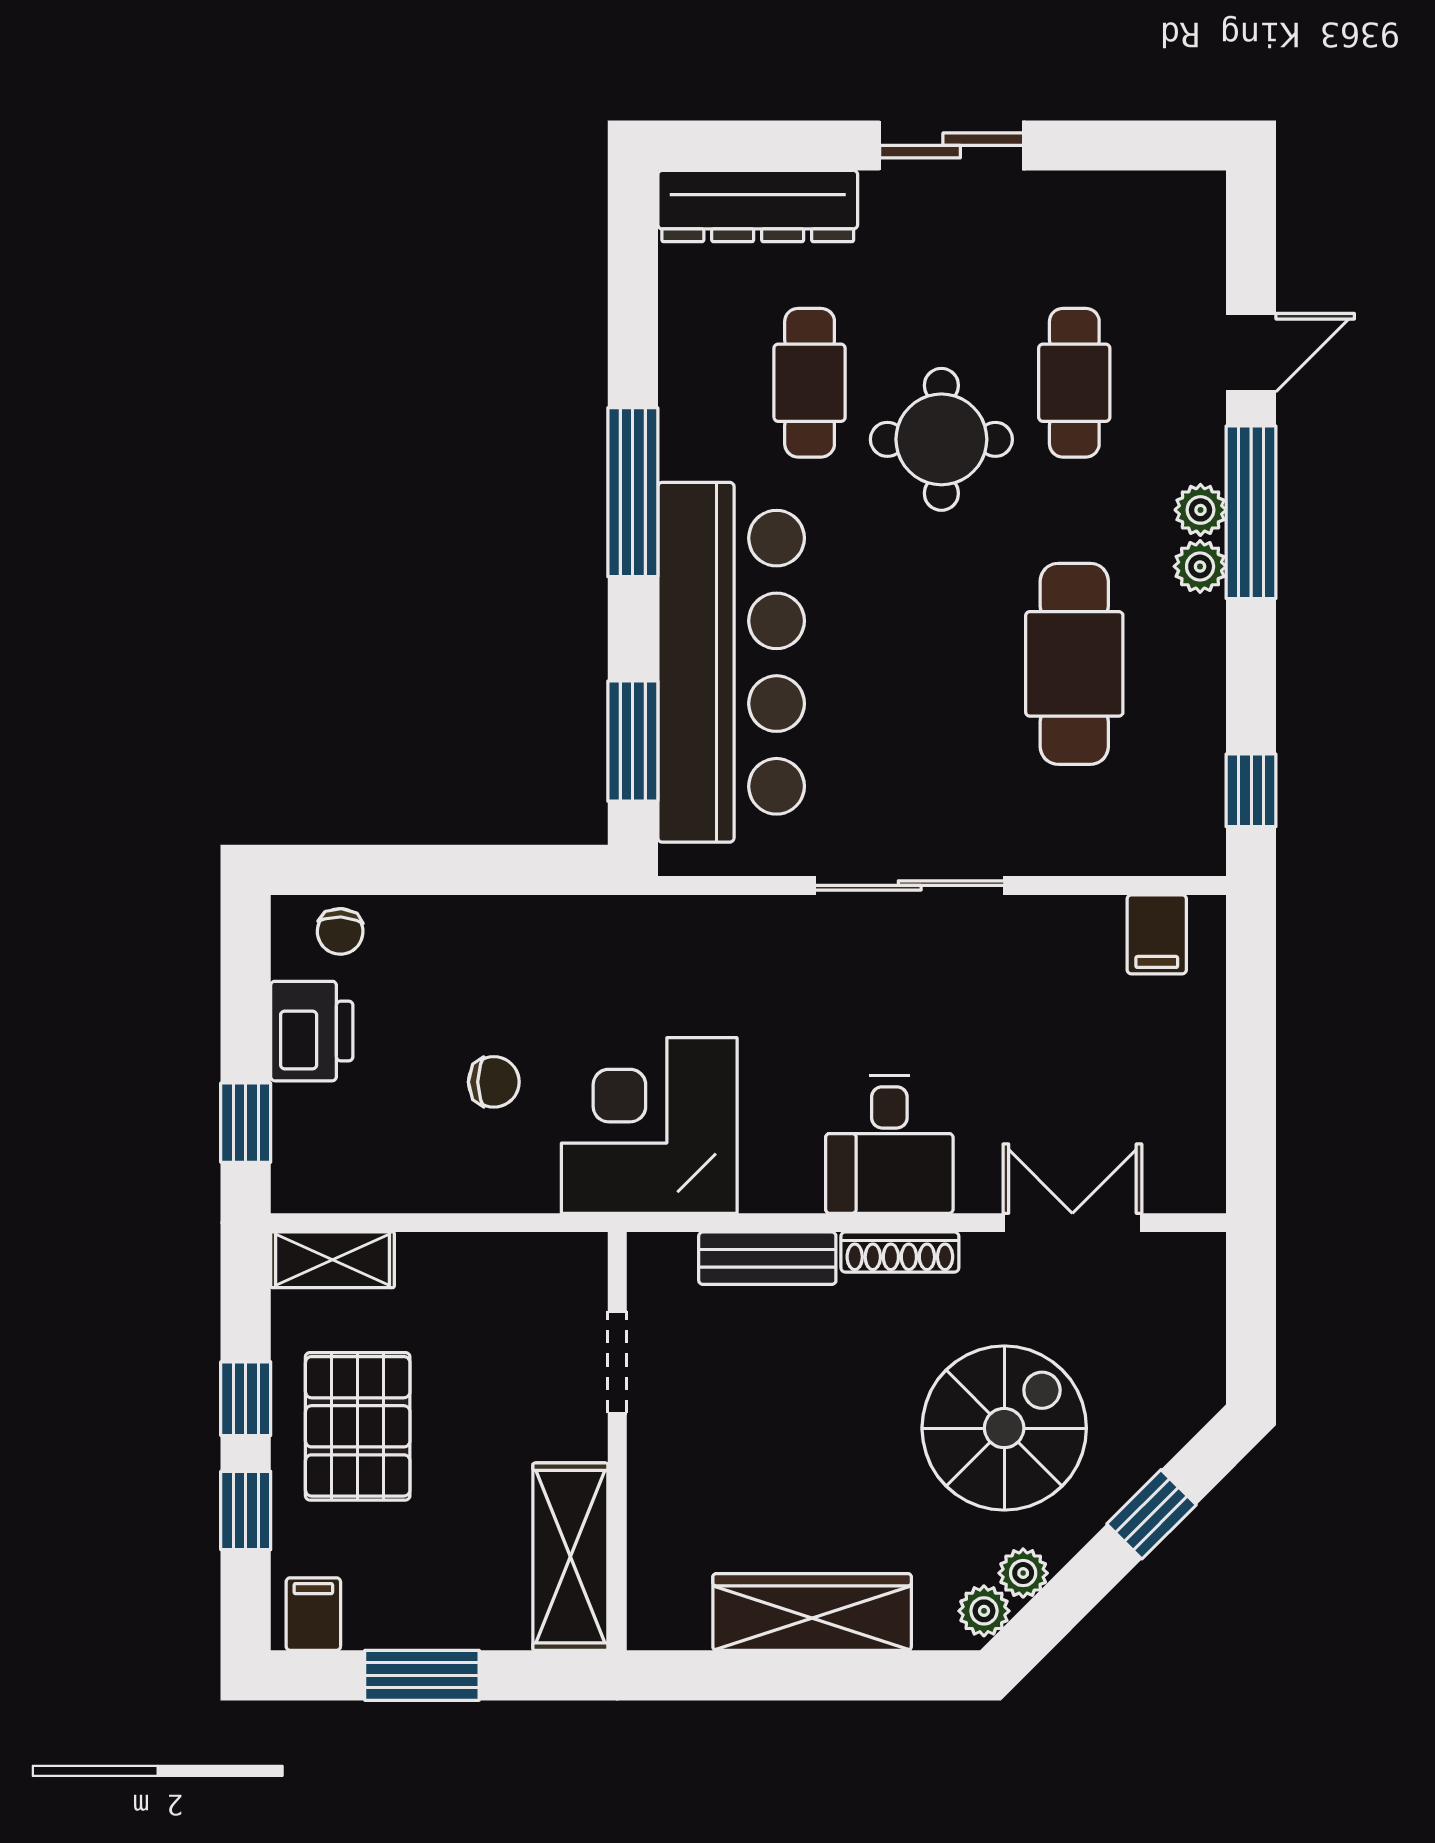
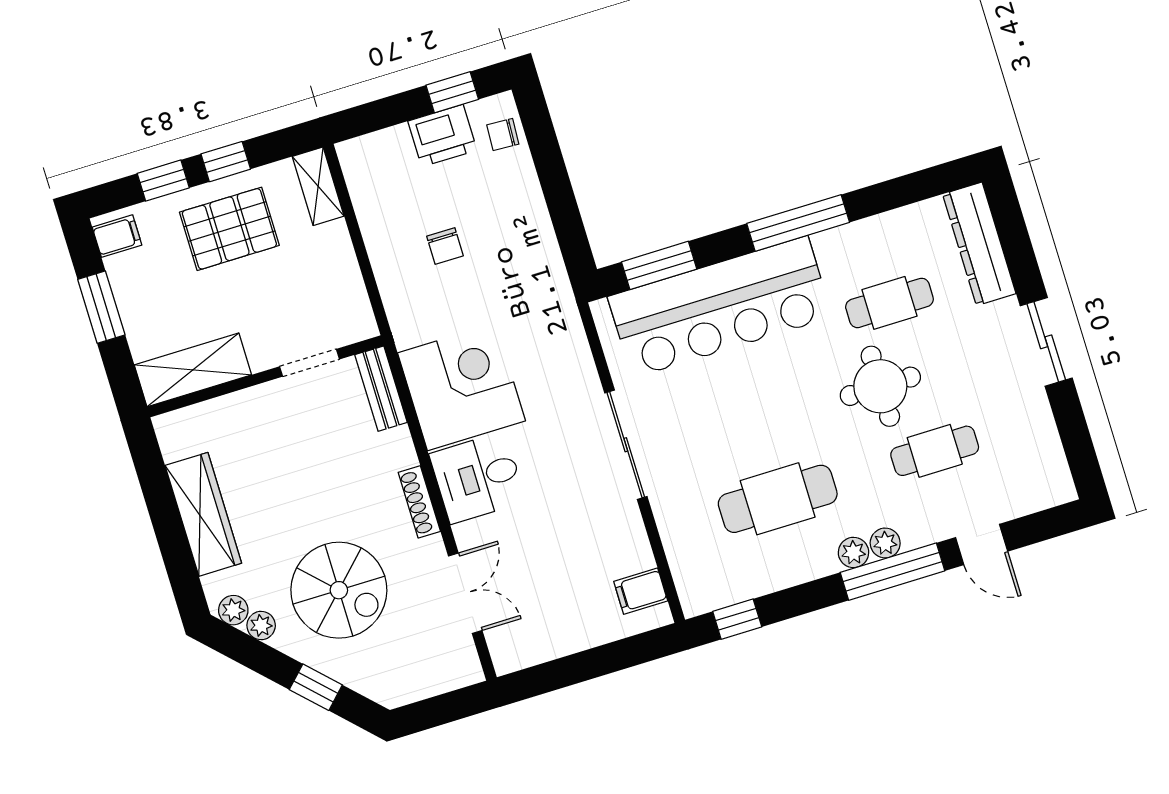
window: (246, 1123) -> (452, 92), moved
corner desk: (649, 1125) -> (462, 387), moved
bench: (767, 1258) -> (381, 389), moved

